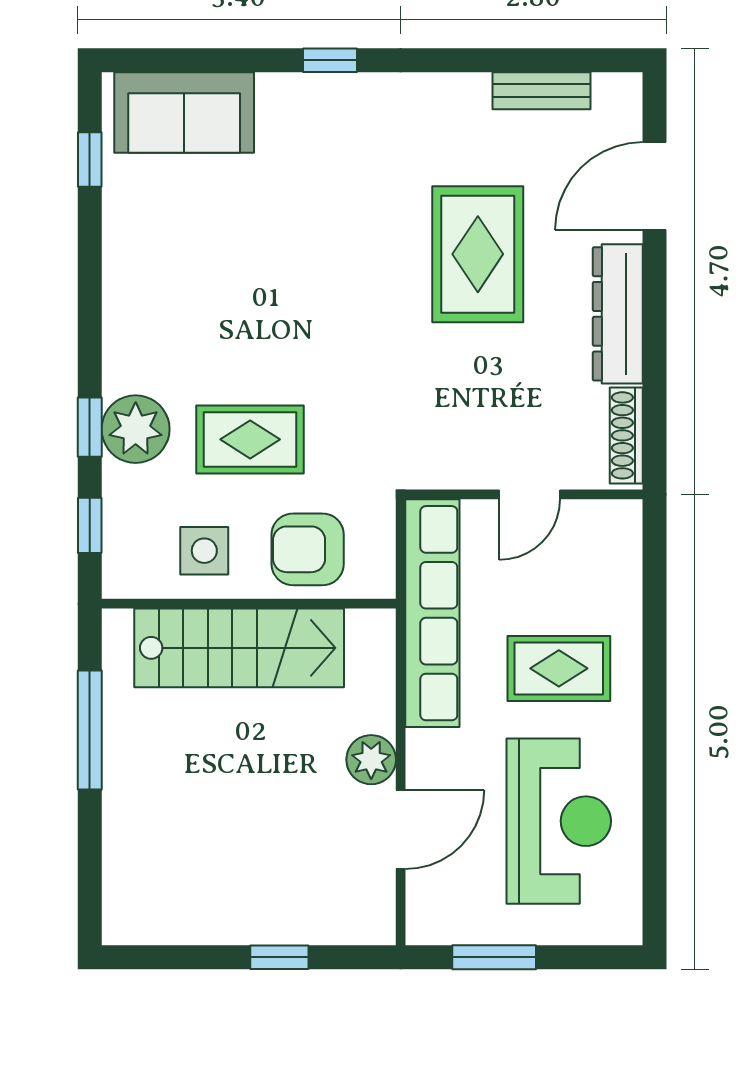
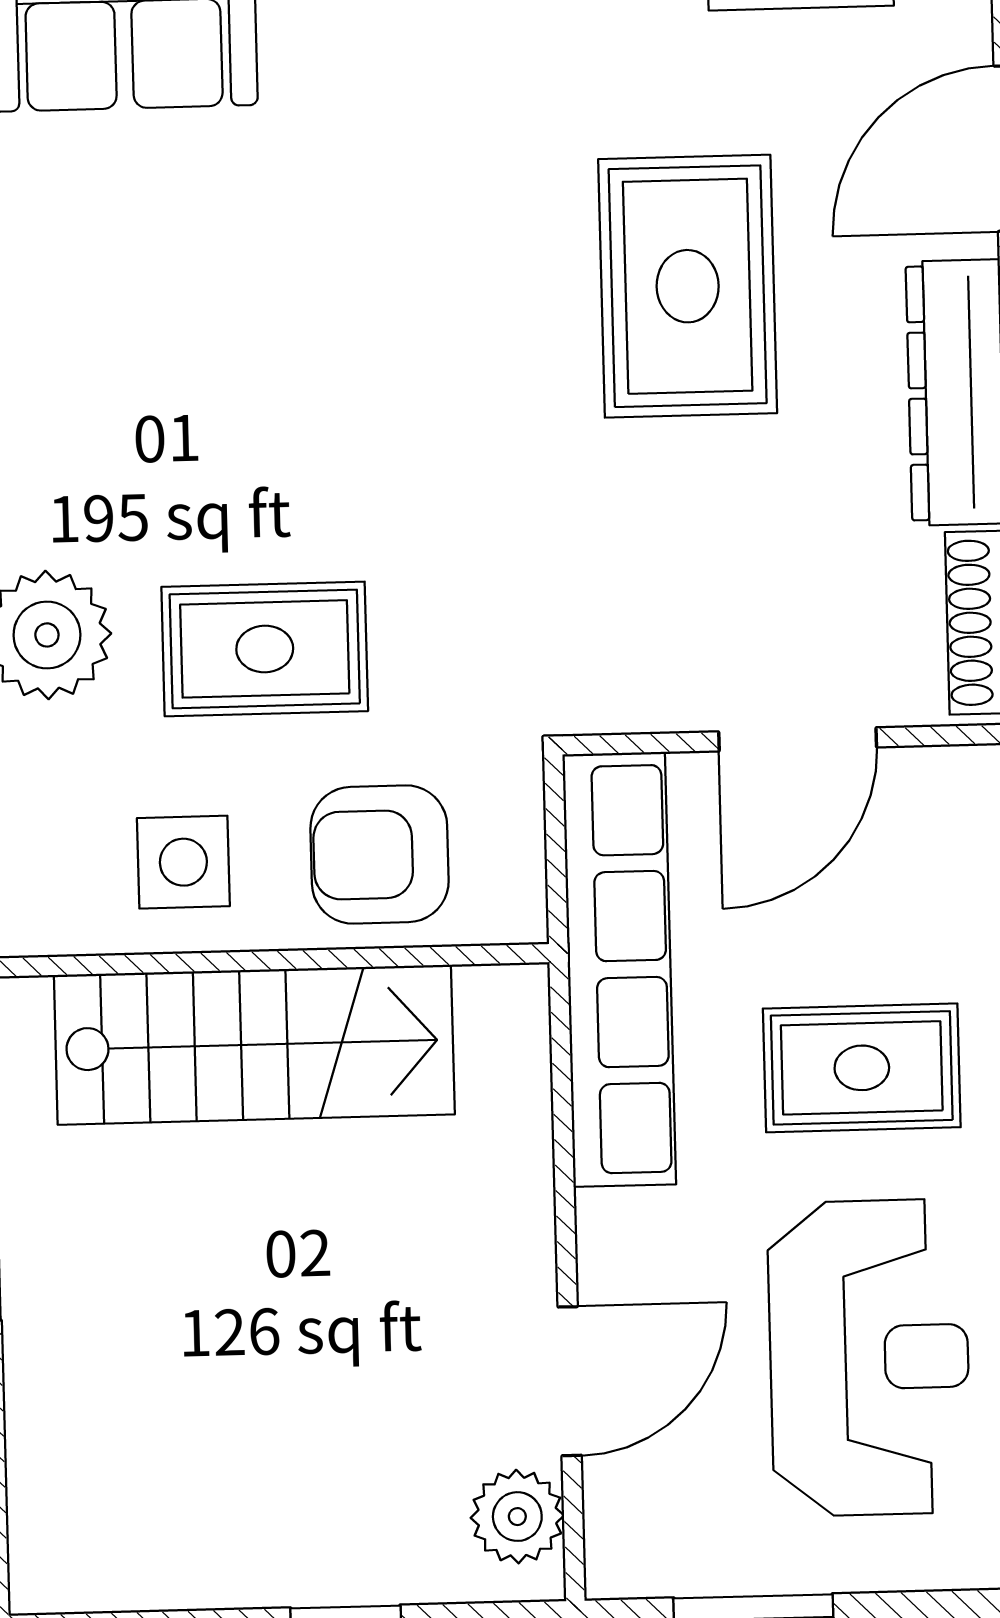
door: (530, 494) -> (798, 739), width x1.38
plant: (371, 760) -> (517, 1517), moved

